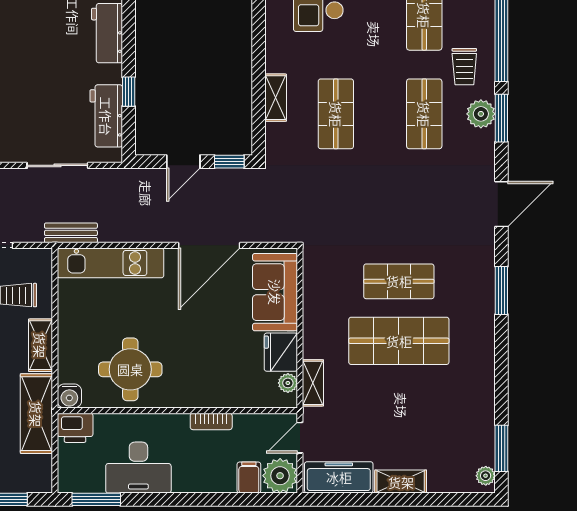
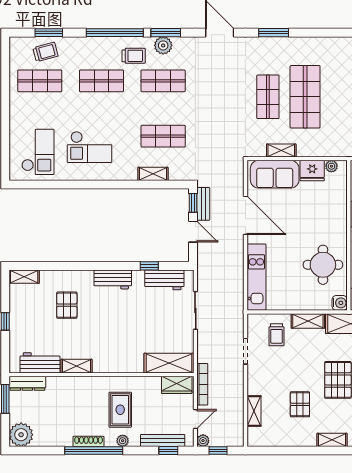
bench: (71, 233) -> (203, 204), moved
shelving: (313, 383) -> (281, 151), moved

